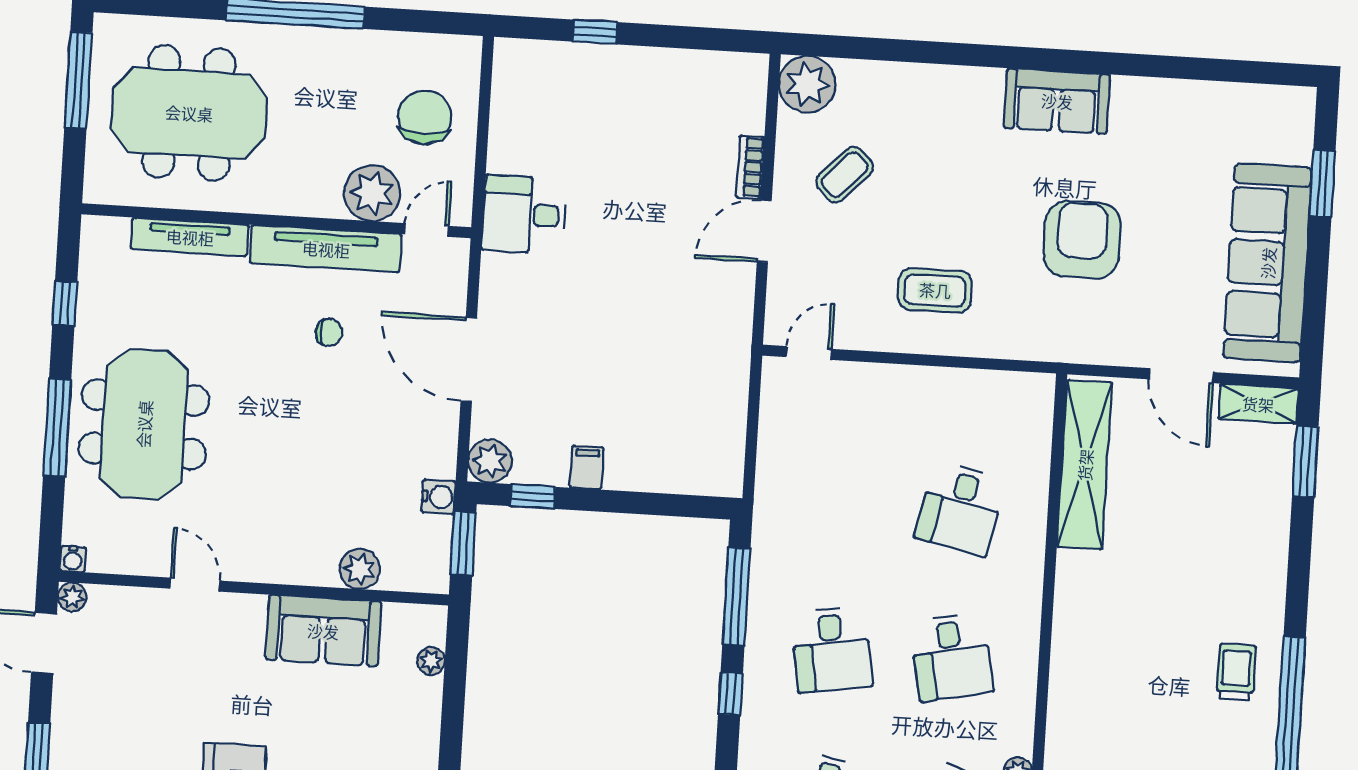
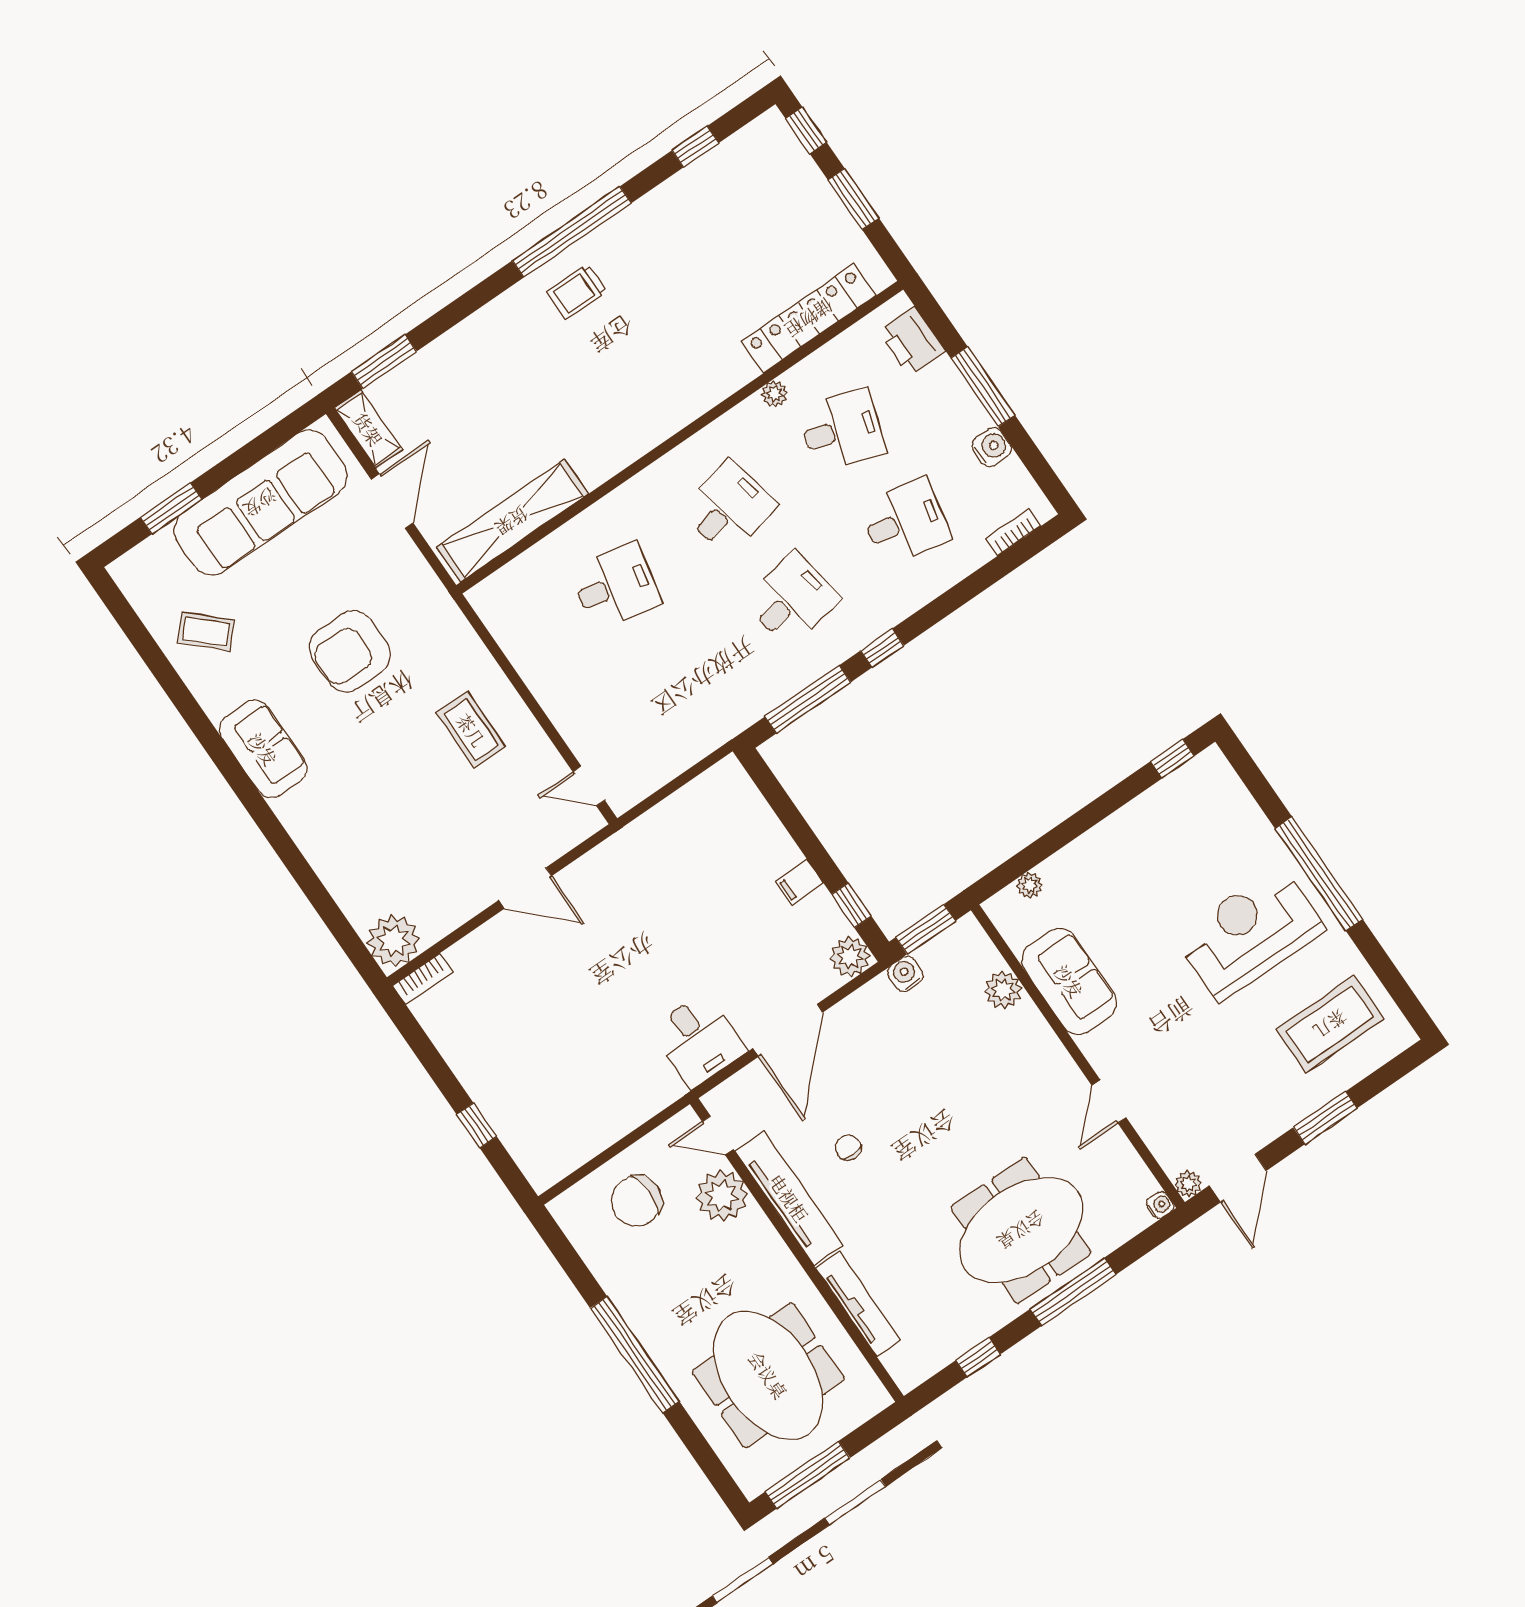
bookcase: (750, 167) -> (423, 979), moved
coffee table: (845, 175) -> (206, 632), moved
desk: (524, 215) -> (698, 1040), moved

